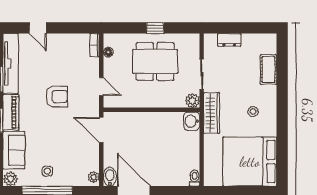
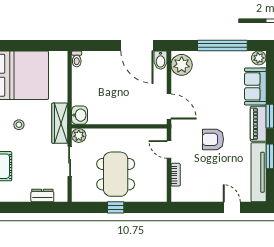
bookcase: (95, 45) -> (176, 175), moved
floor lamp: (108, 52) -> (162, 183), removed
dining table: (155, 61) -> (116, 174), turned 90
side table: (47, 171) -> (222, 66), removed
plant: (94, 177) -> (182, 65), width x1.88, depth x1.88

